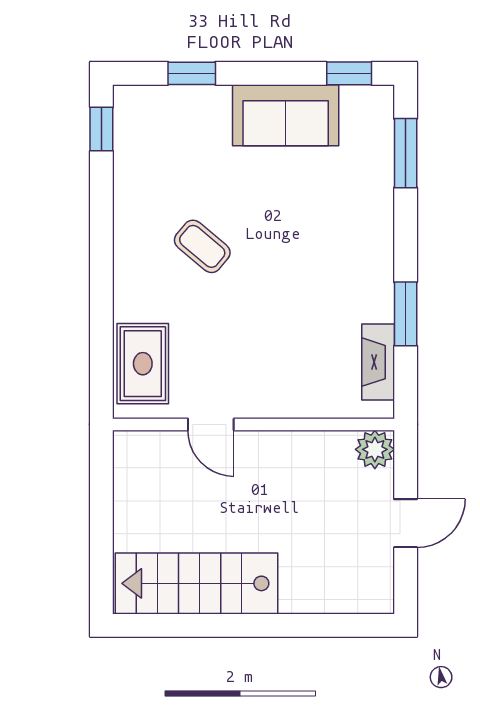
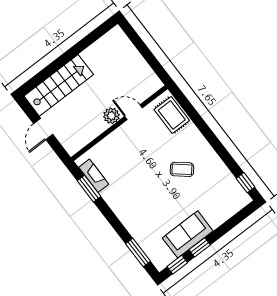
window: (192, 73) -> (200, 247), moved
window: (406, 314) -> (89, 189), moved
plant: (375, 449) -> (111, 116), moved
stairs: (196, 583) -> (59, 85), moved

